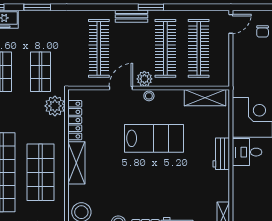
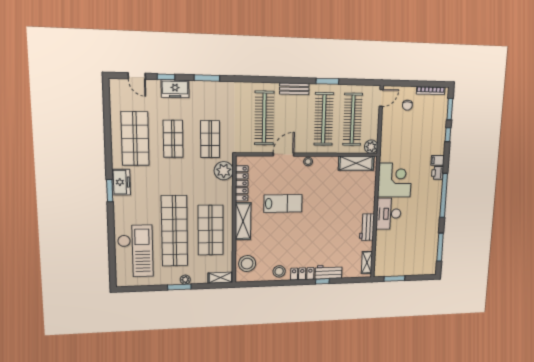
window: (151, 7) -> (327, 81), moved
plant: (144, 79) -> (371, 147), moved
lab bench: (154, 138) -> (283, 203), moved, width x0.73, depth x0.72
desk: (247, 152) -> (389, 214), width x1.37
workbench: (221, 154) -> (367, 227), moved

